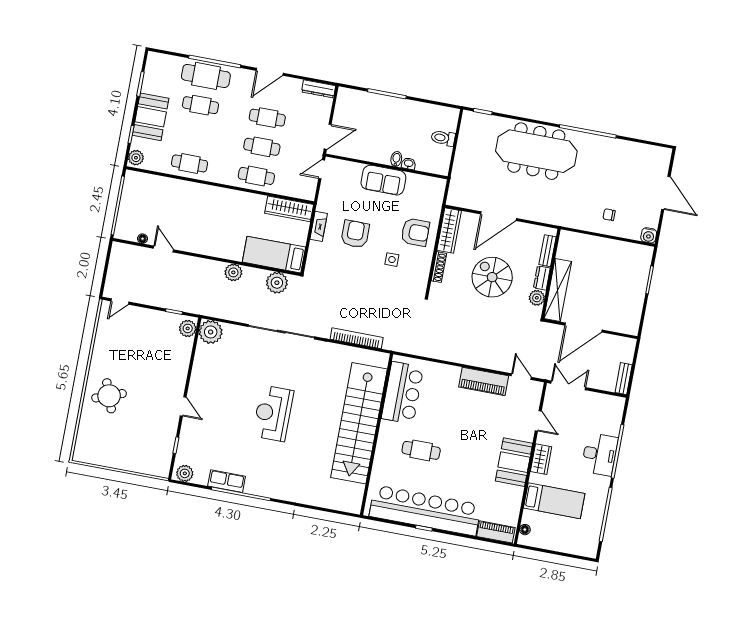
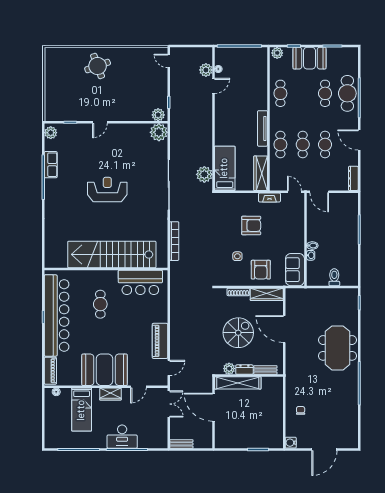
meeting table: (536, 151) -> (337, 348), width x0.73
sofa: (383, 180) -> (295, 270), moved
tv unit: (231, 195) -> (263, 128), added
fireplace: (319, 226) -> (269, 197), moved
plant: (233, 272) -> (206, 70), moved
booth: (514, 462) -> (105, 370), width x1.36, depth x1.42

